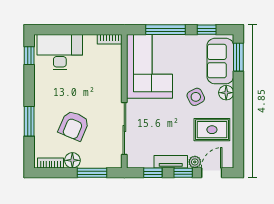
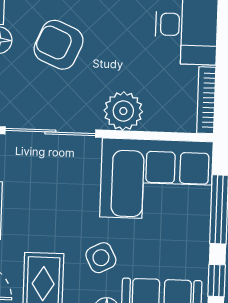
bookcase: (110, 39) -> (206, 100), width x1.56
plant: (111, 87) -> (123, 111), added

